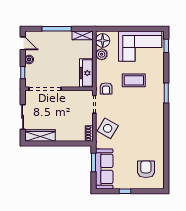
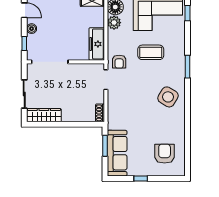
side table: (108, 128) -> (168, 97), moved

